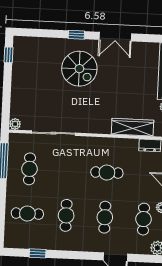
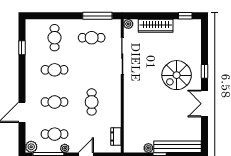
wardrobe: (133, 127) -> (156, 26), moved, turned 90

